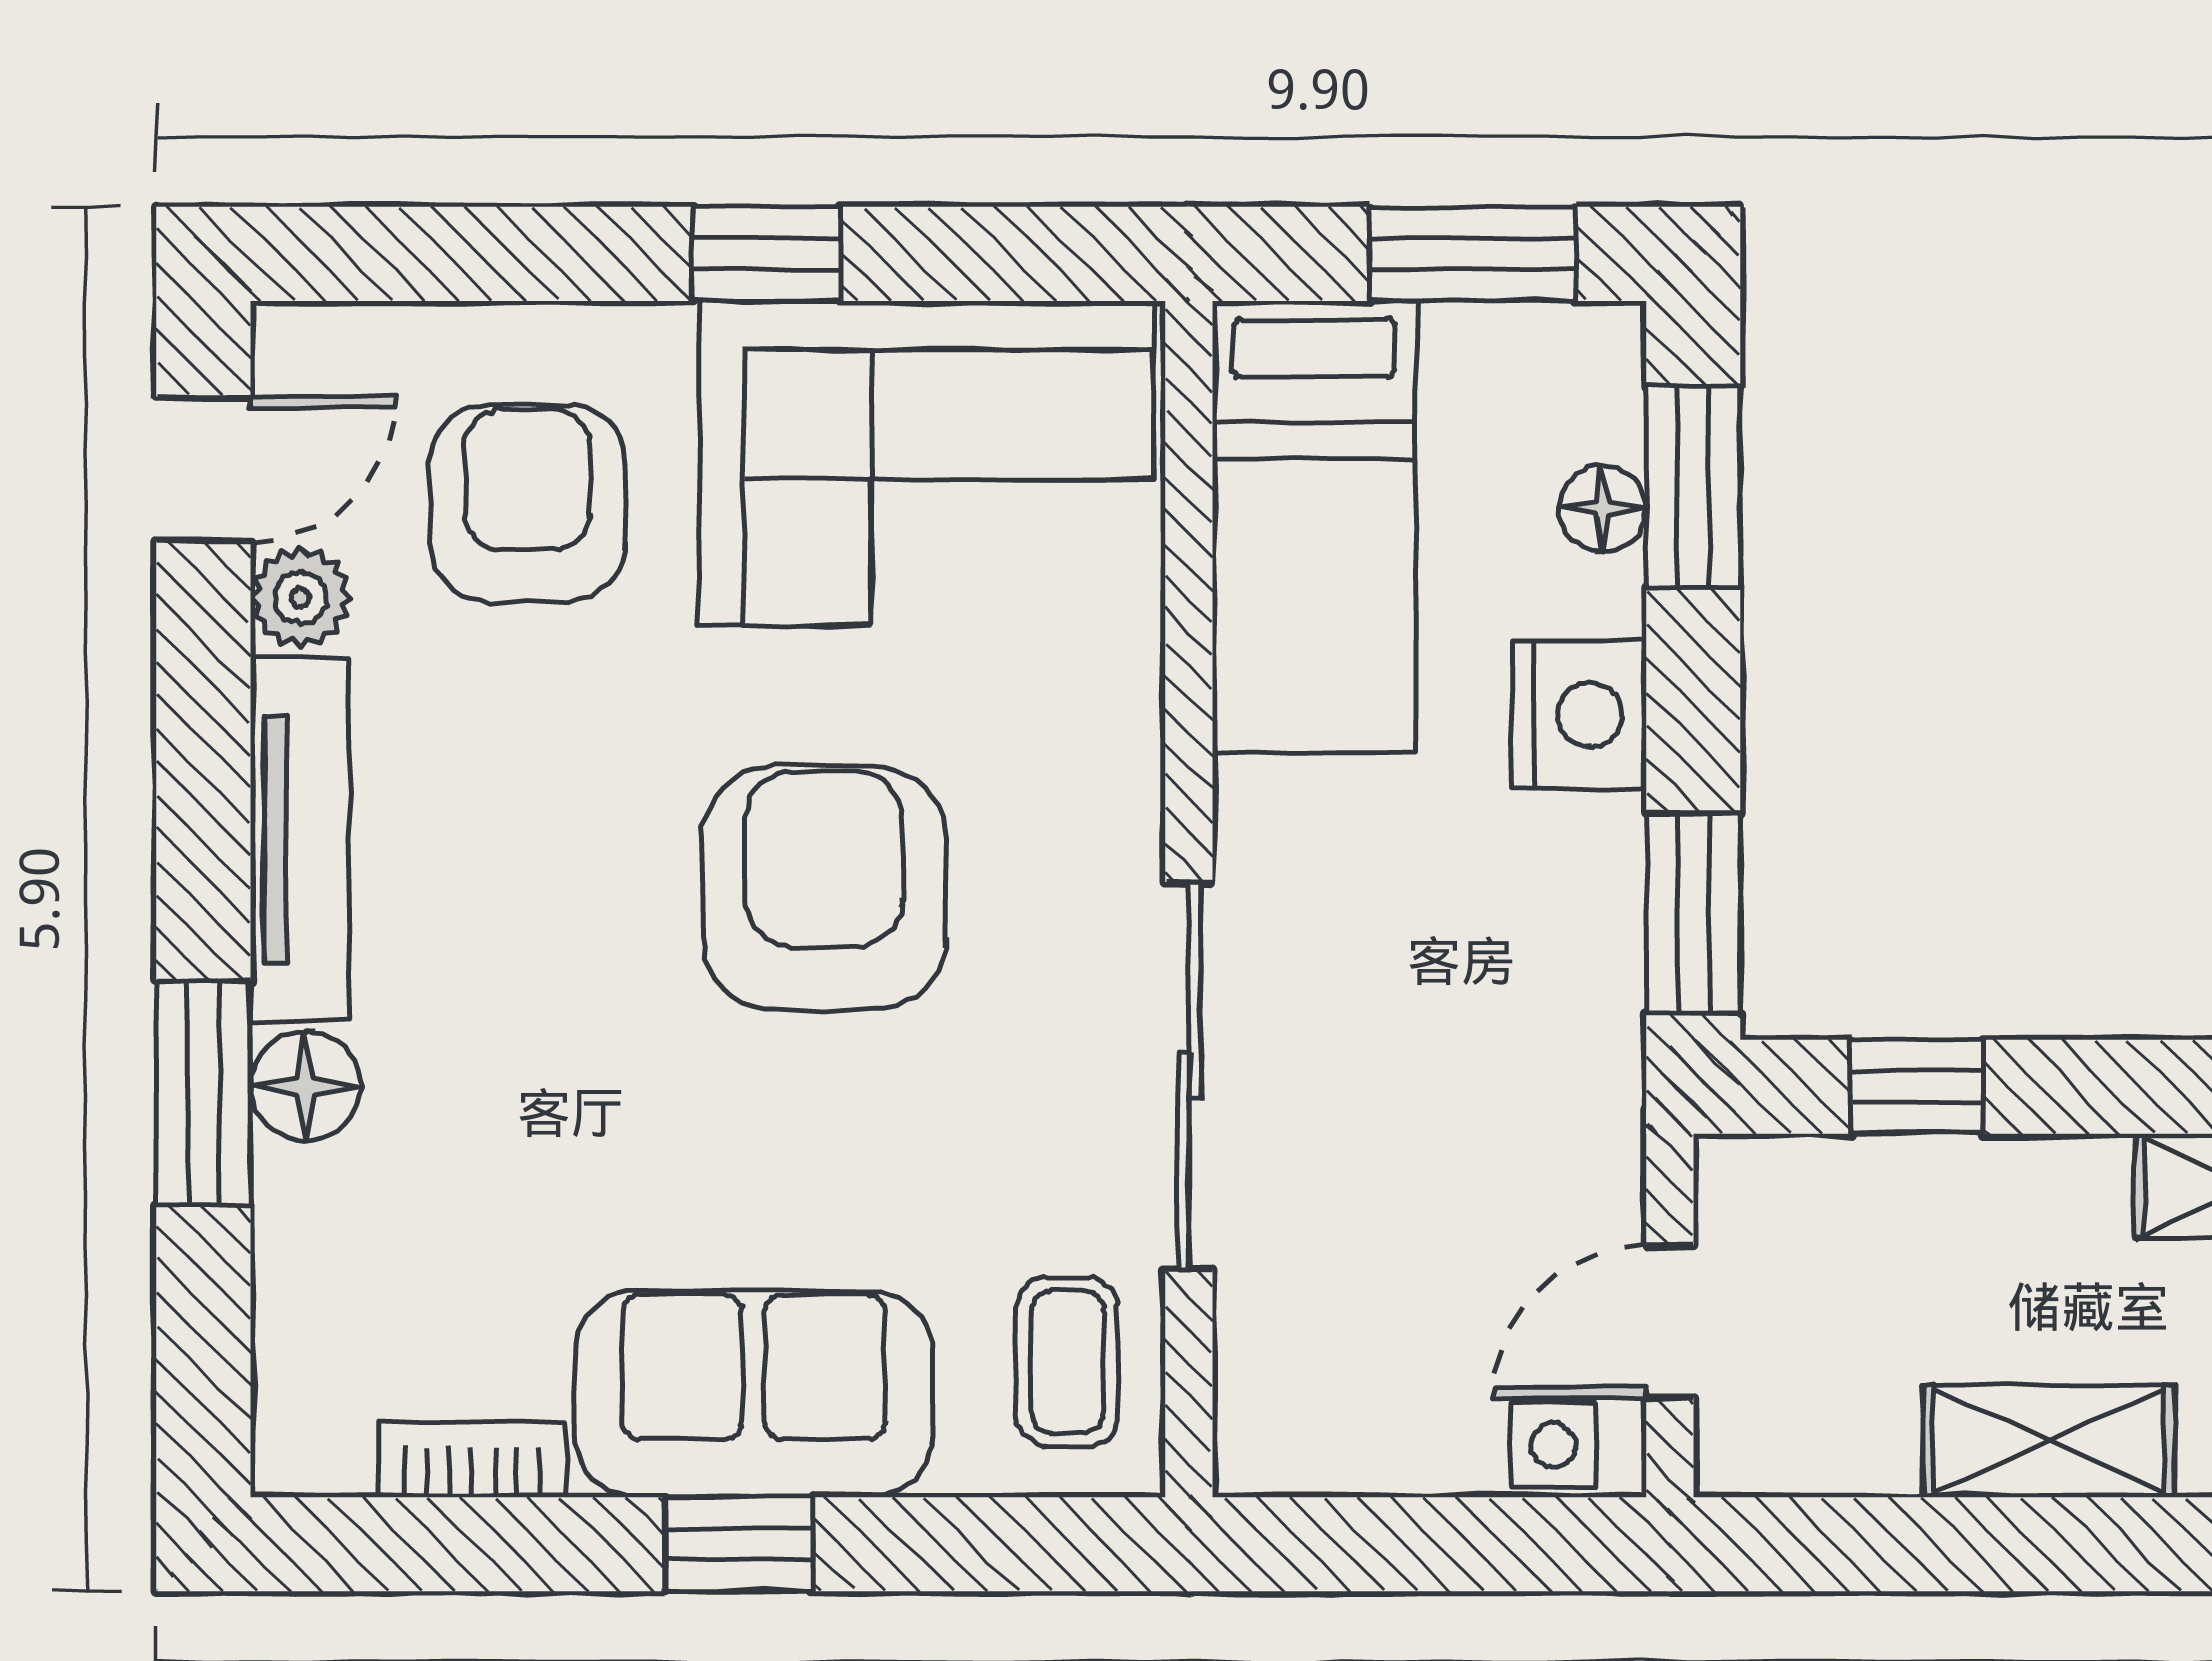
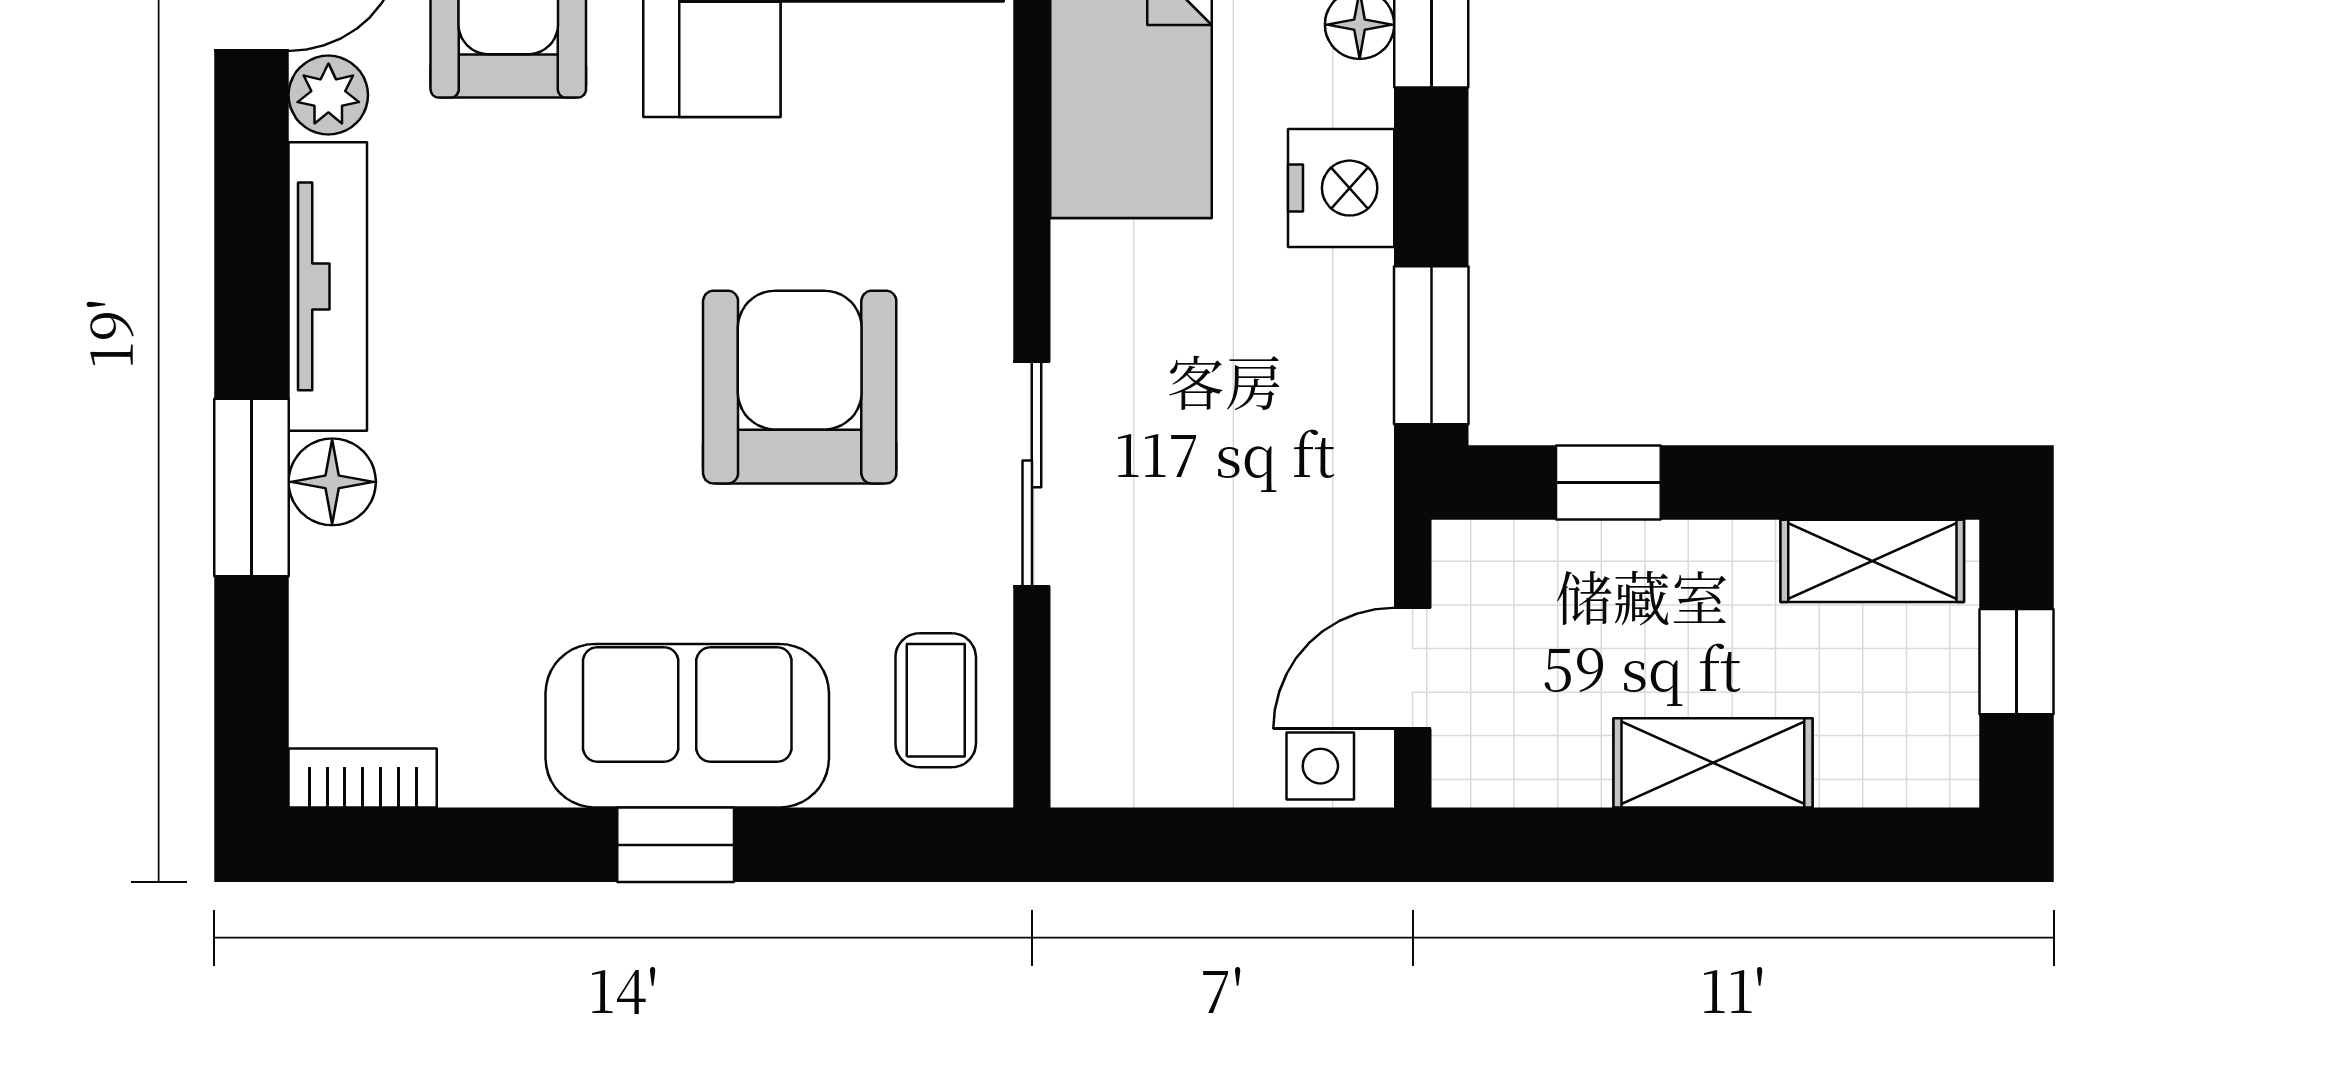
armchair: (824, 888) -> (800, 387), moved
sliding door: (1189, 1076) -> (1032, 474), width x0.73
bookcase: (472, 1460) -> (363, 778), moved

